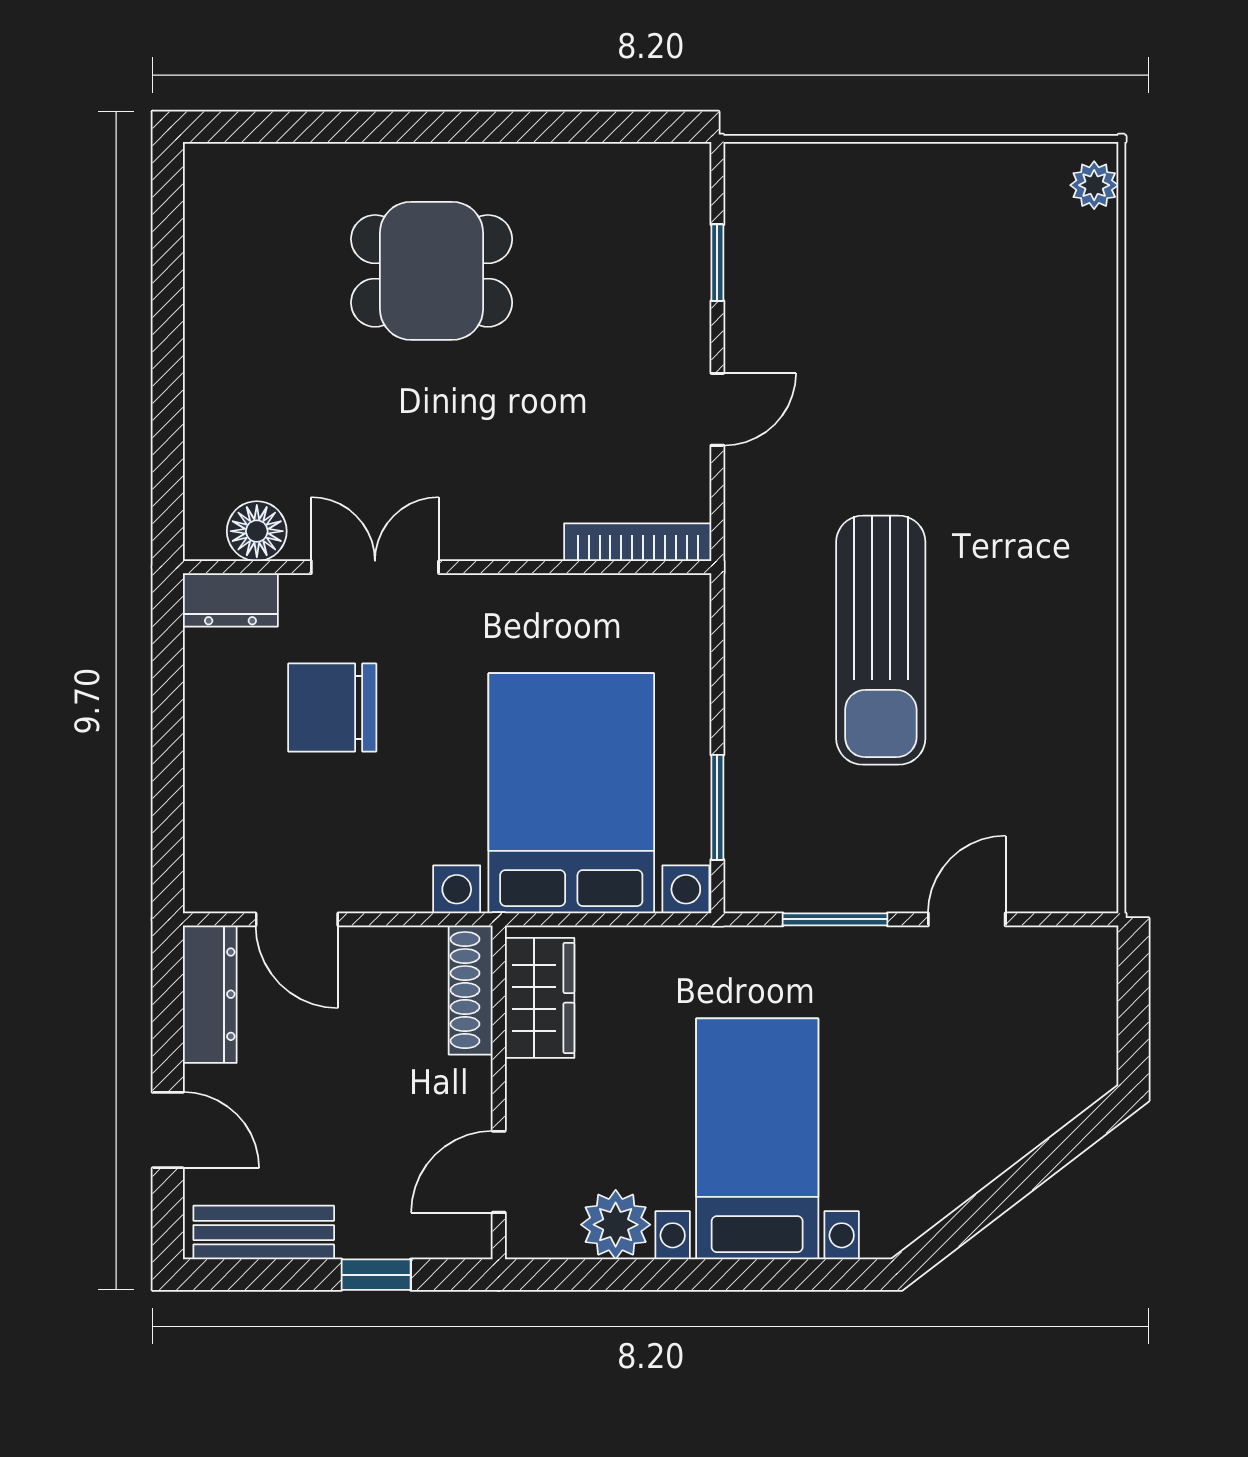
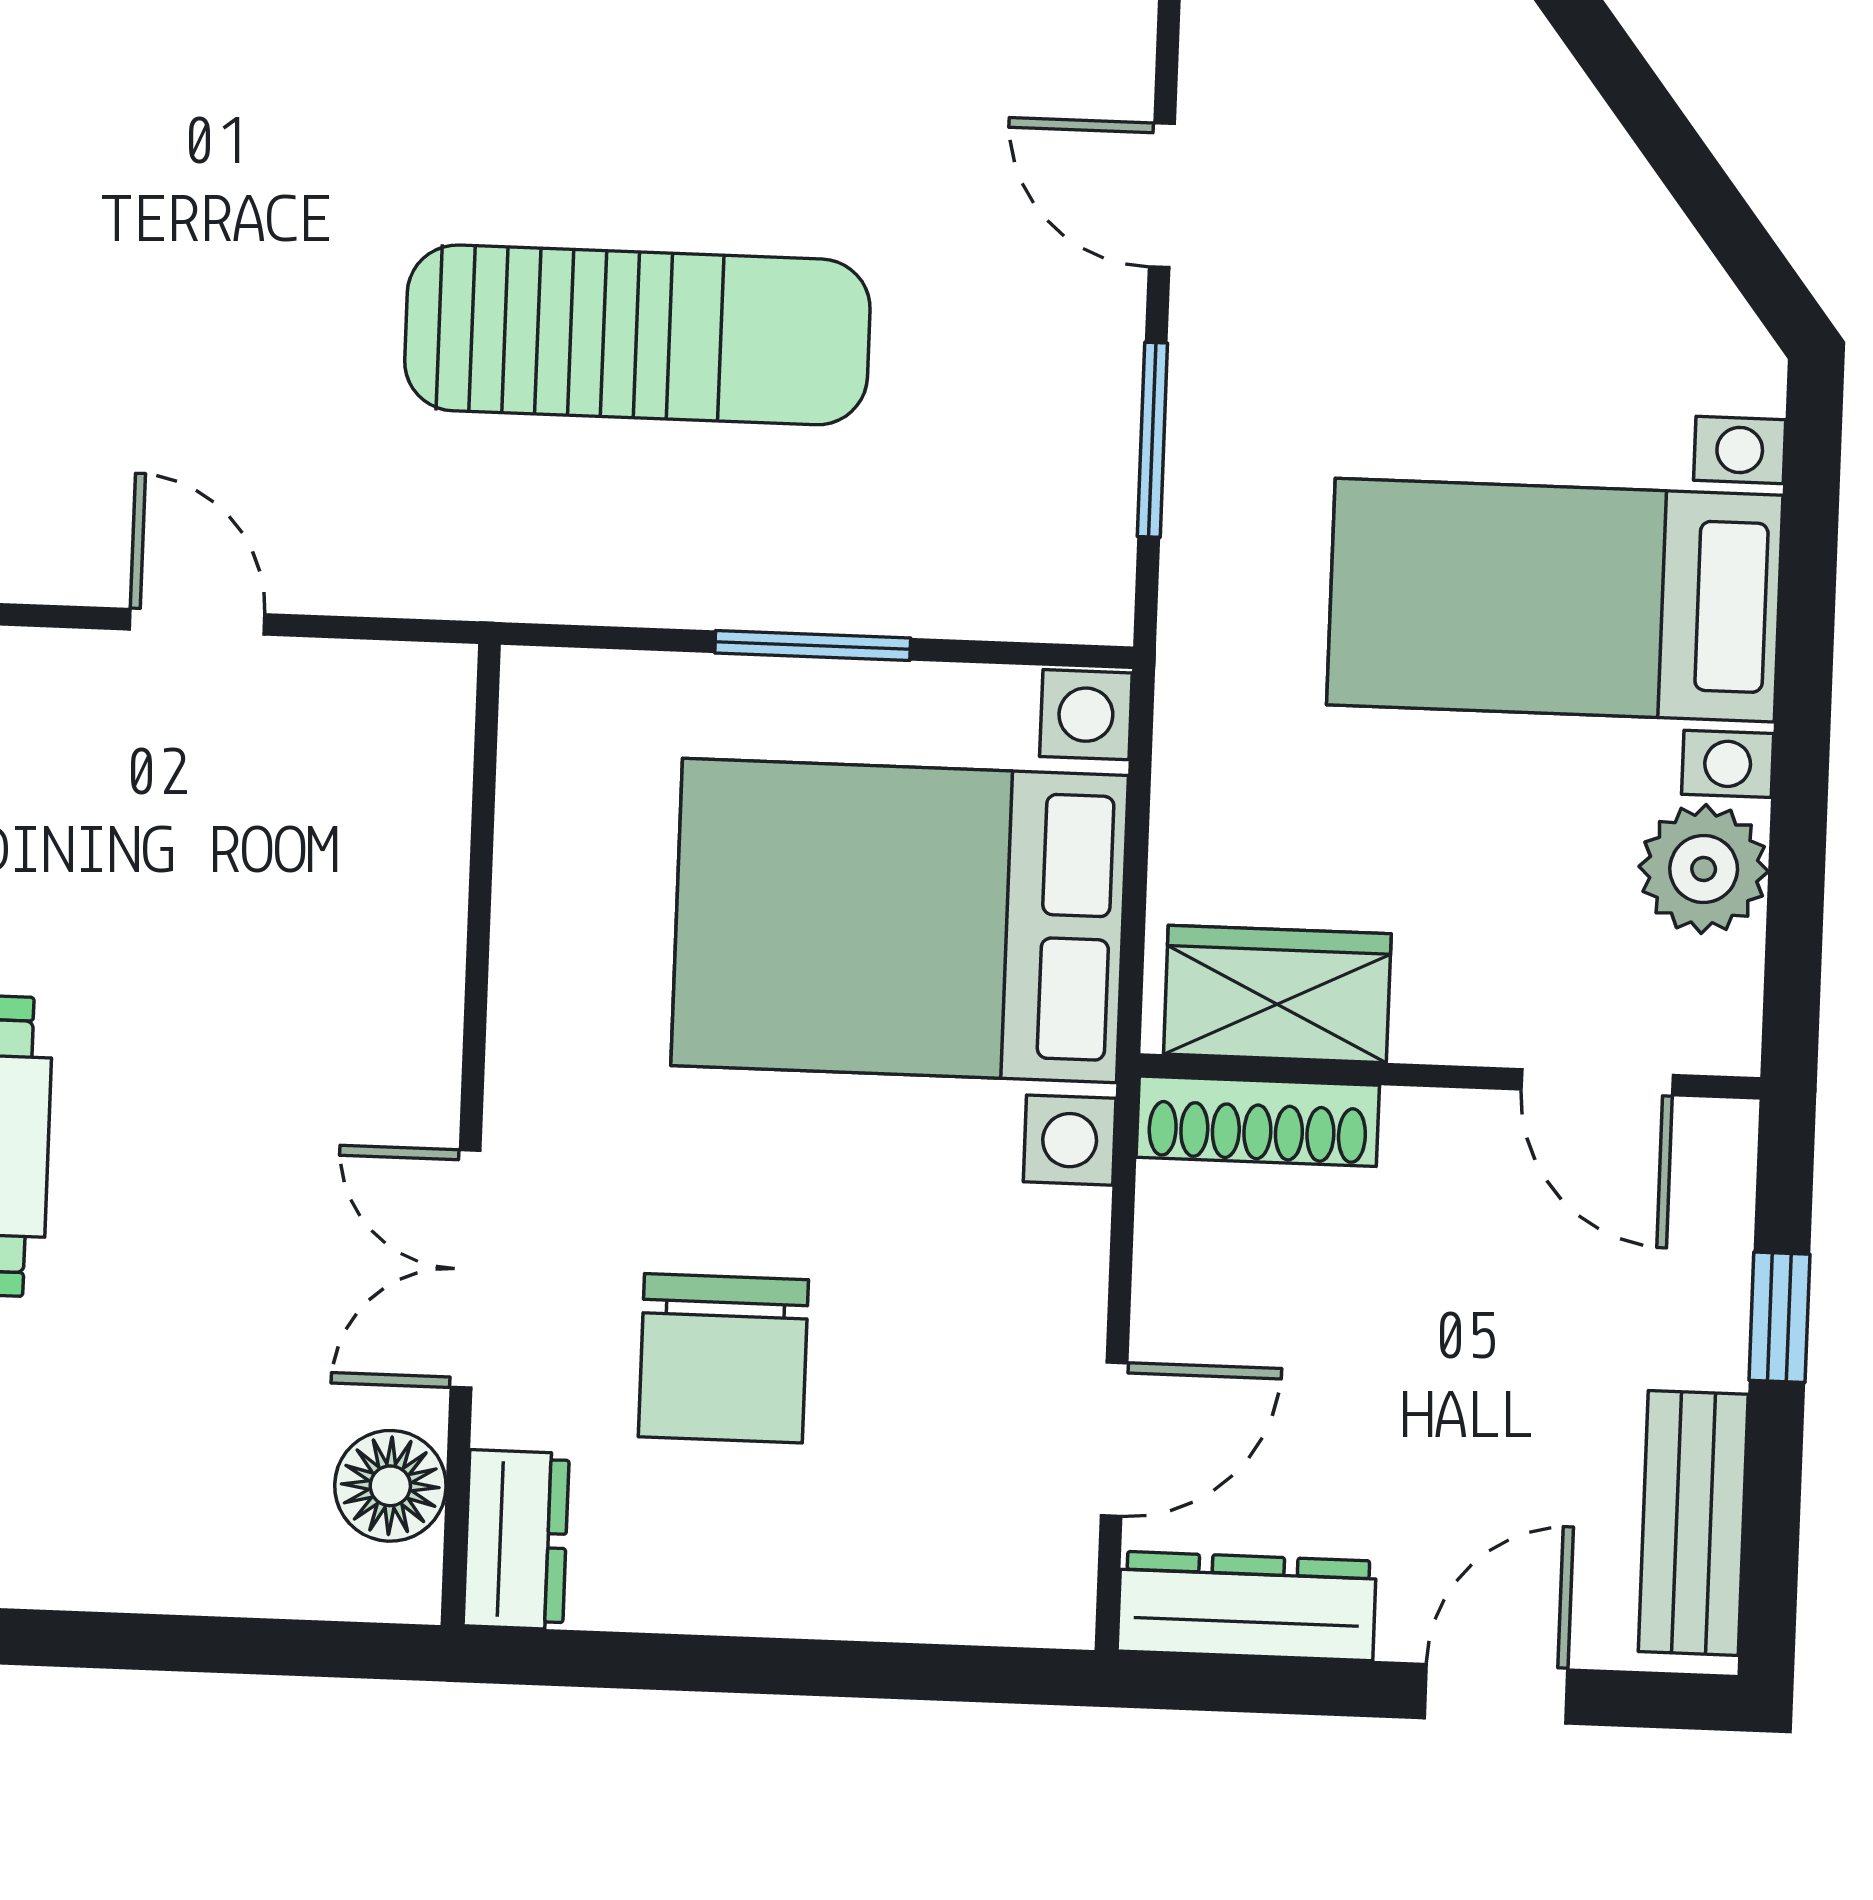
bookcase: (638, 542) -> (438, 779), removed
window: (717, 807) -> (813, 645), moved

